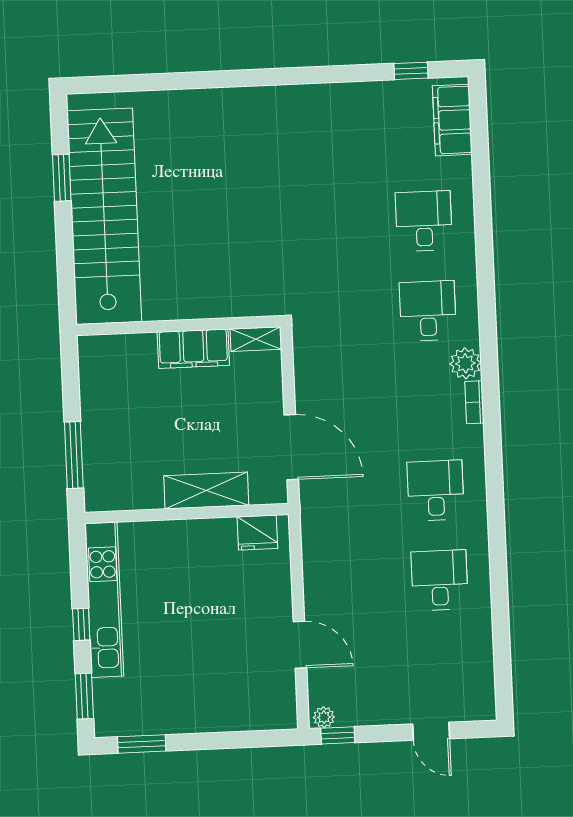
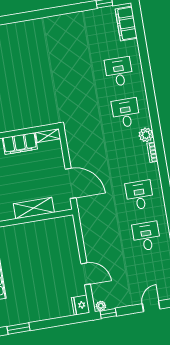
fridge: (257, 533) -> (81, 305), moved, turned 90
door: (431, 731) -> (151, 306), swing flipped

